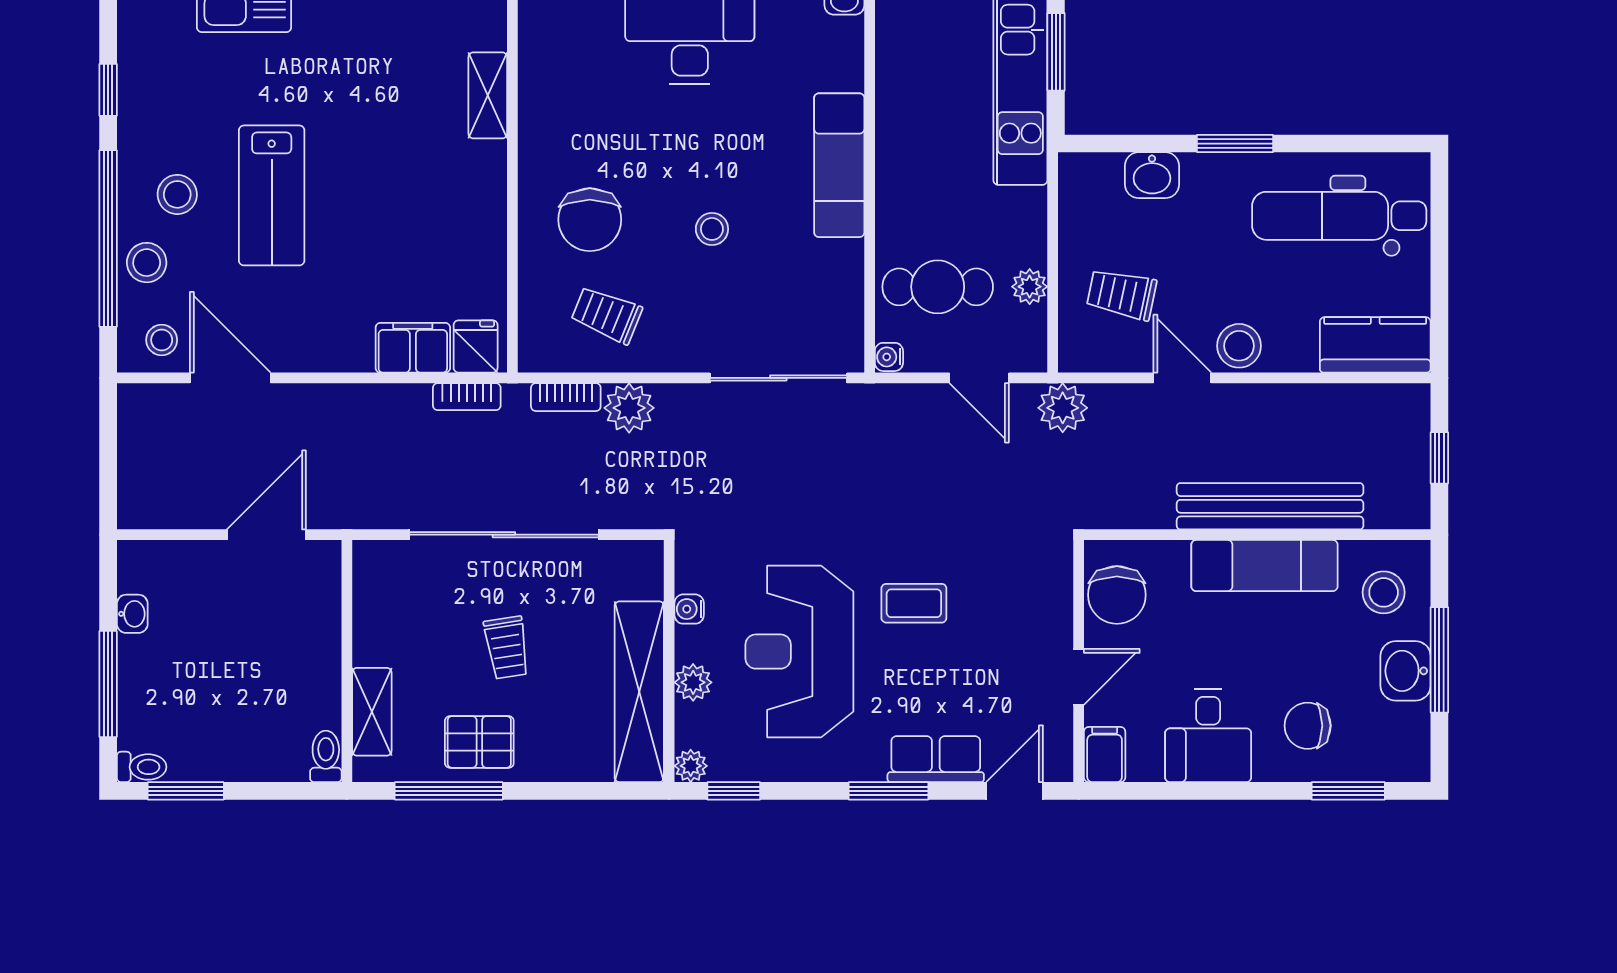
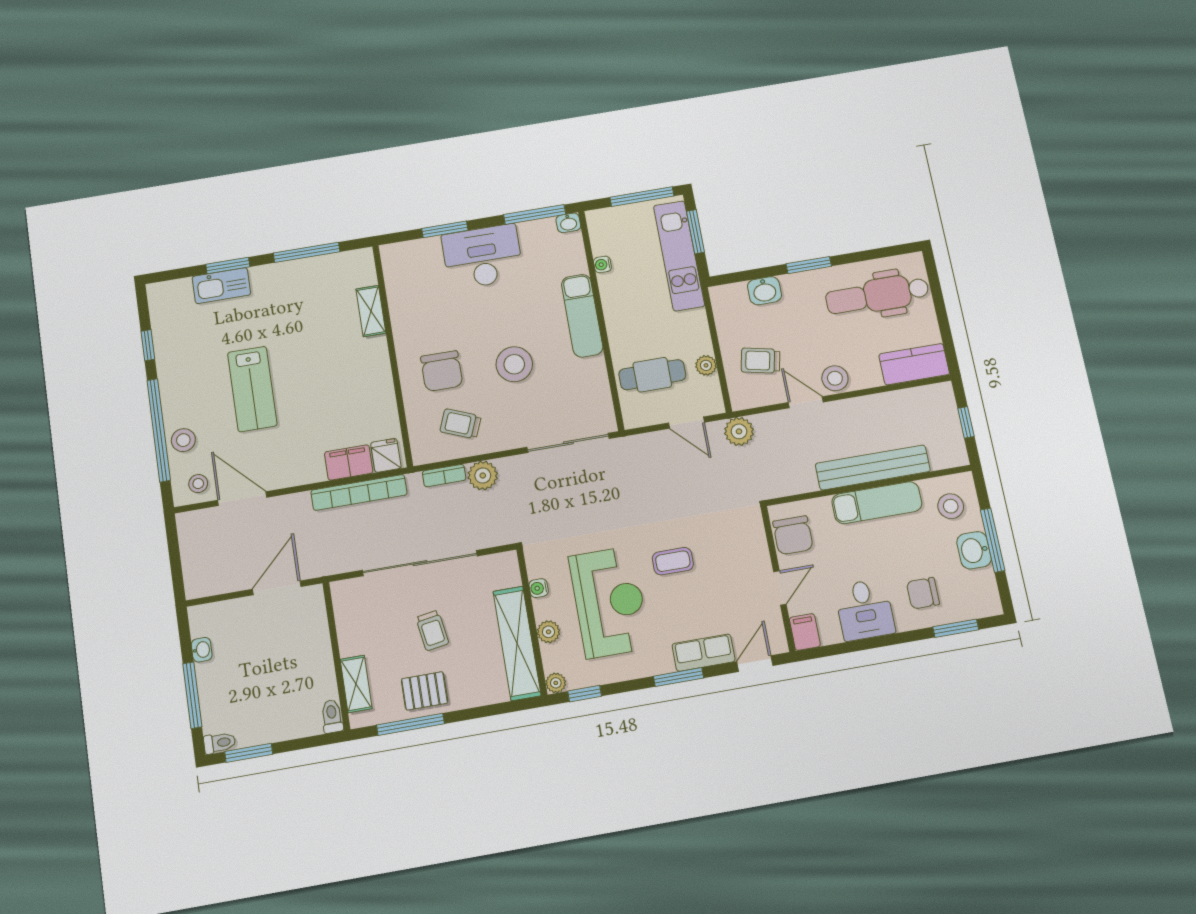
stool: (177, 194) -> (196, 398), removed
stool: (712, 229) -> (514, 364), width x1.89, depth x1.89
water cooler: (889, 357) -> (602, 264), moved
bookcase: (467, 397) -> (359, 492), width x2.31, depth x1.31
reception desk: (799, 652) -> (609, 602), turned 180

